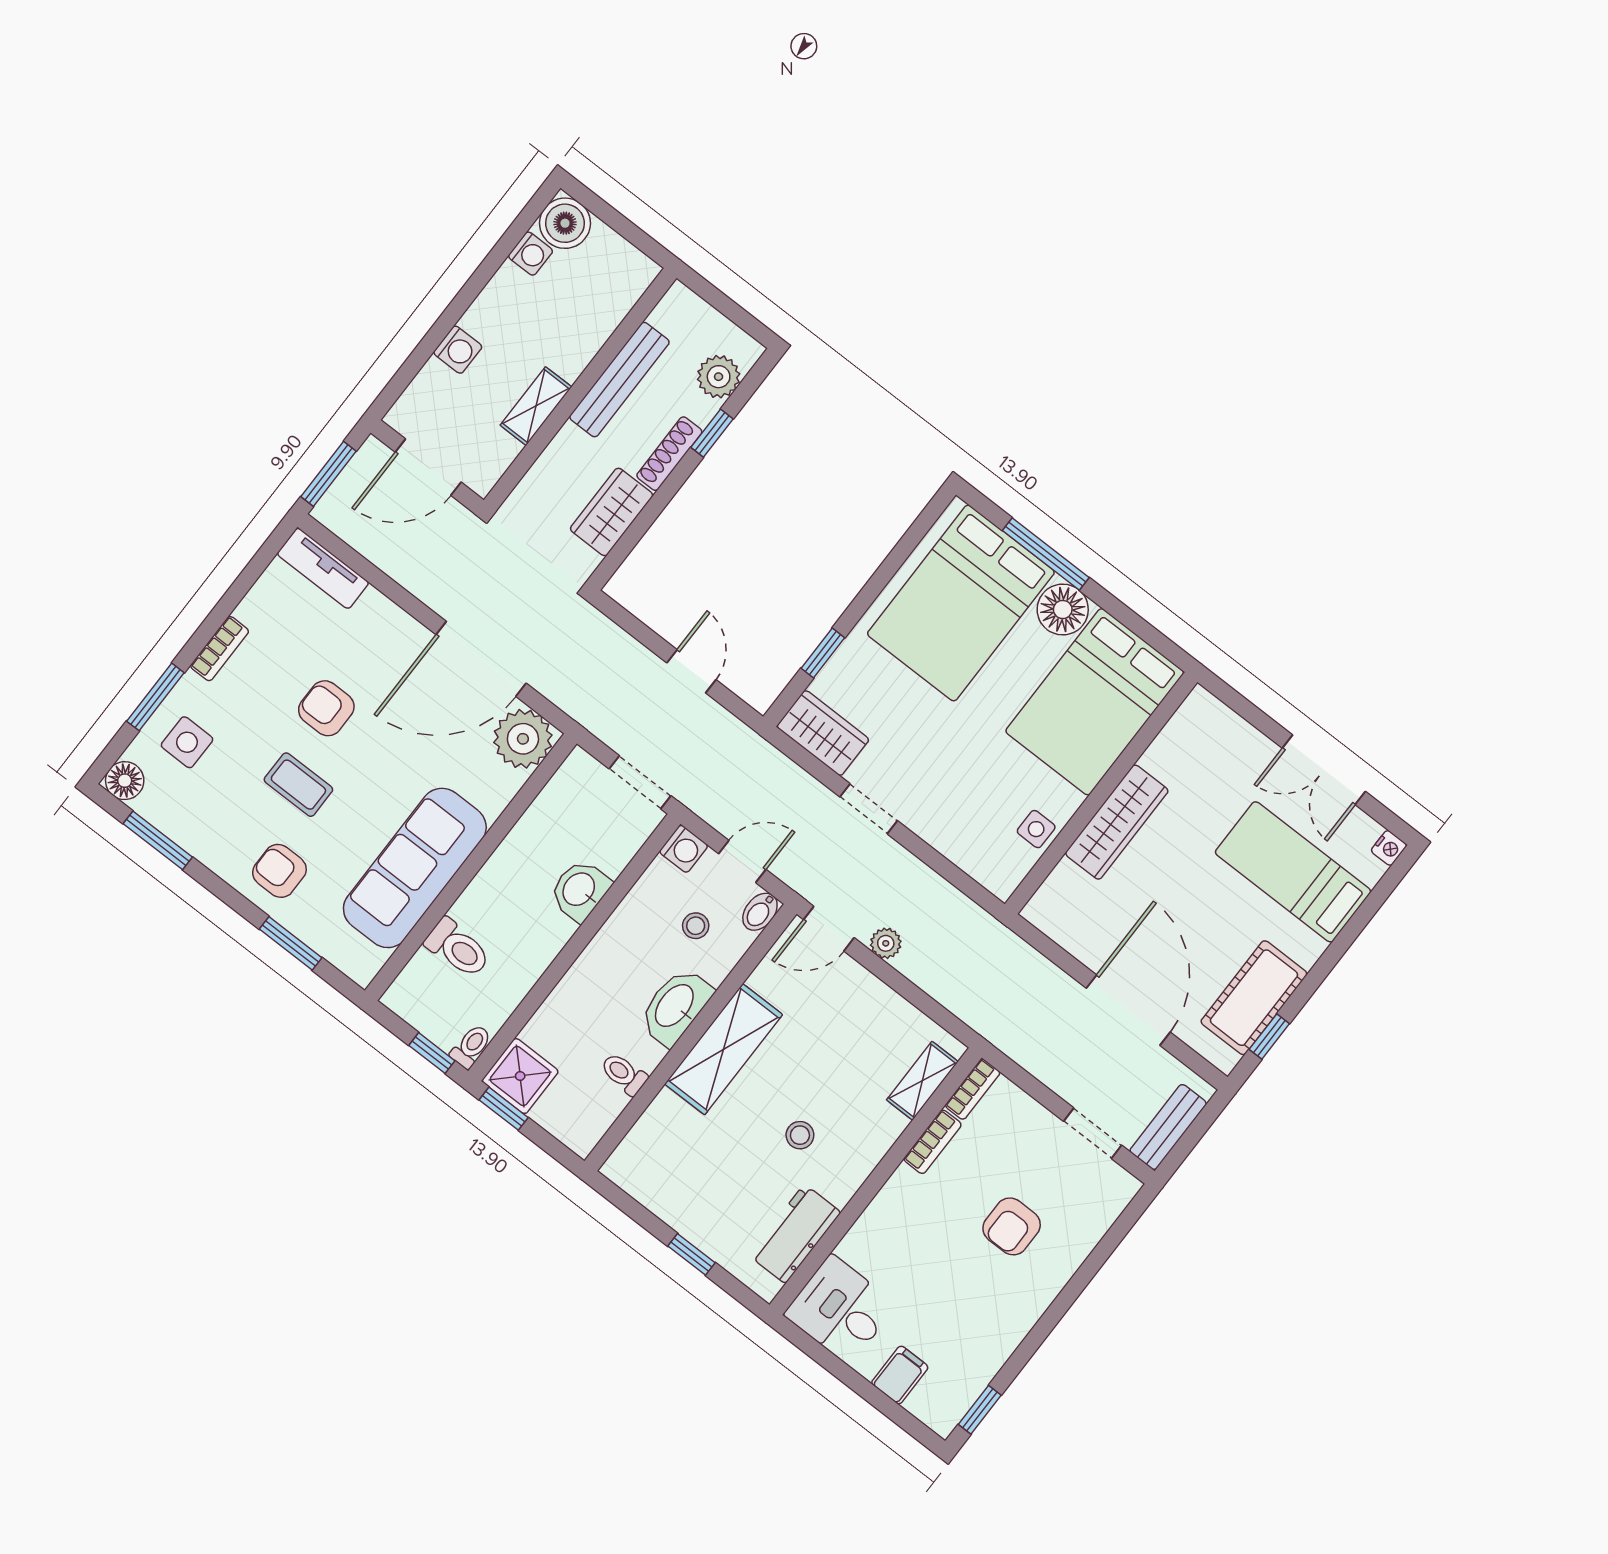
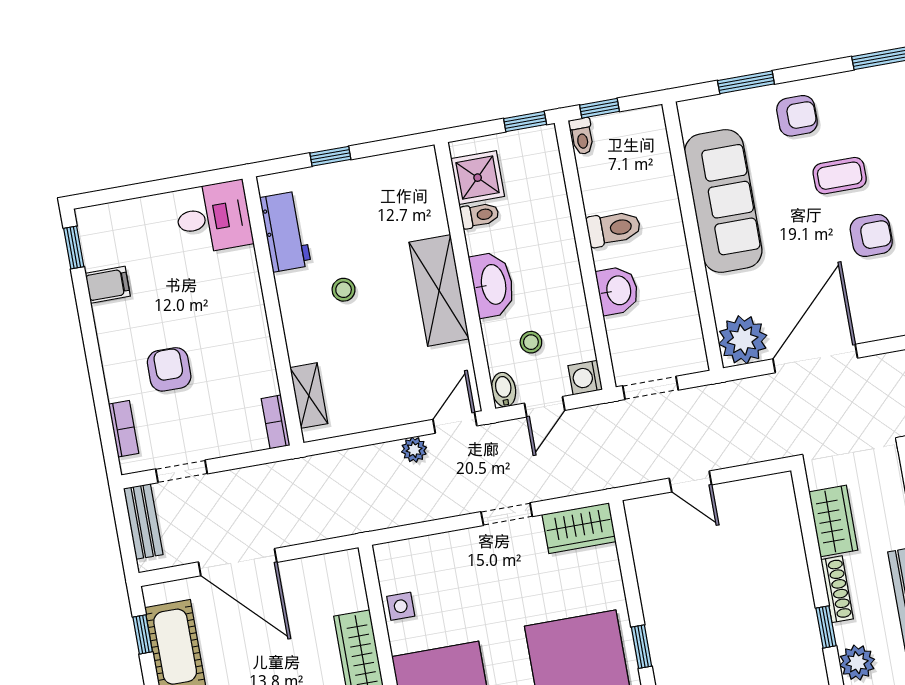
window: (823, 653) -> (642, 647), moved
toilet: (458, 948) -> (614, 228), moved, turned 180
shower: (520, 1076) -> (478, 178), moved
bookcase: (933, 1142) -> (124, 429), moved, turned 180
filing cabinet: (900, 1375) -> (108, 285), moved, turned -90

